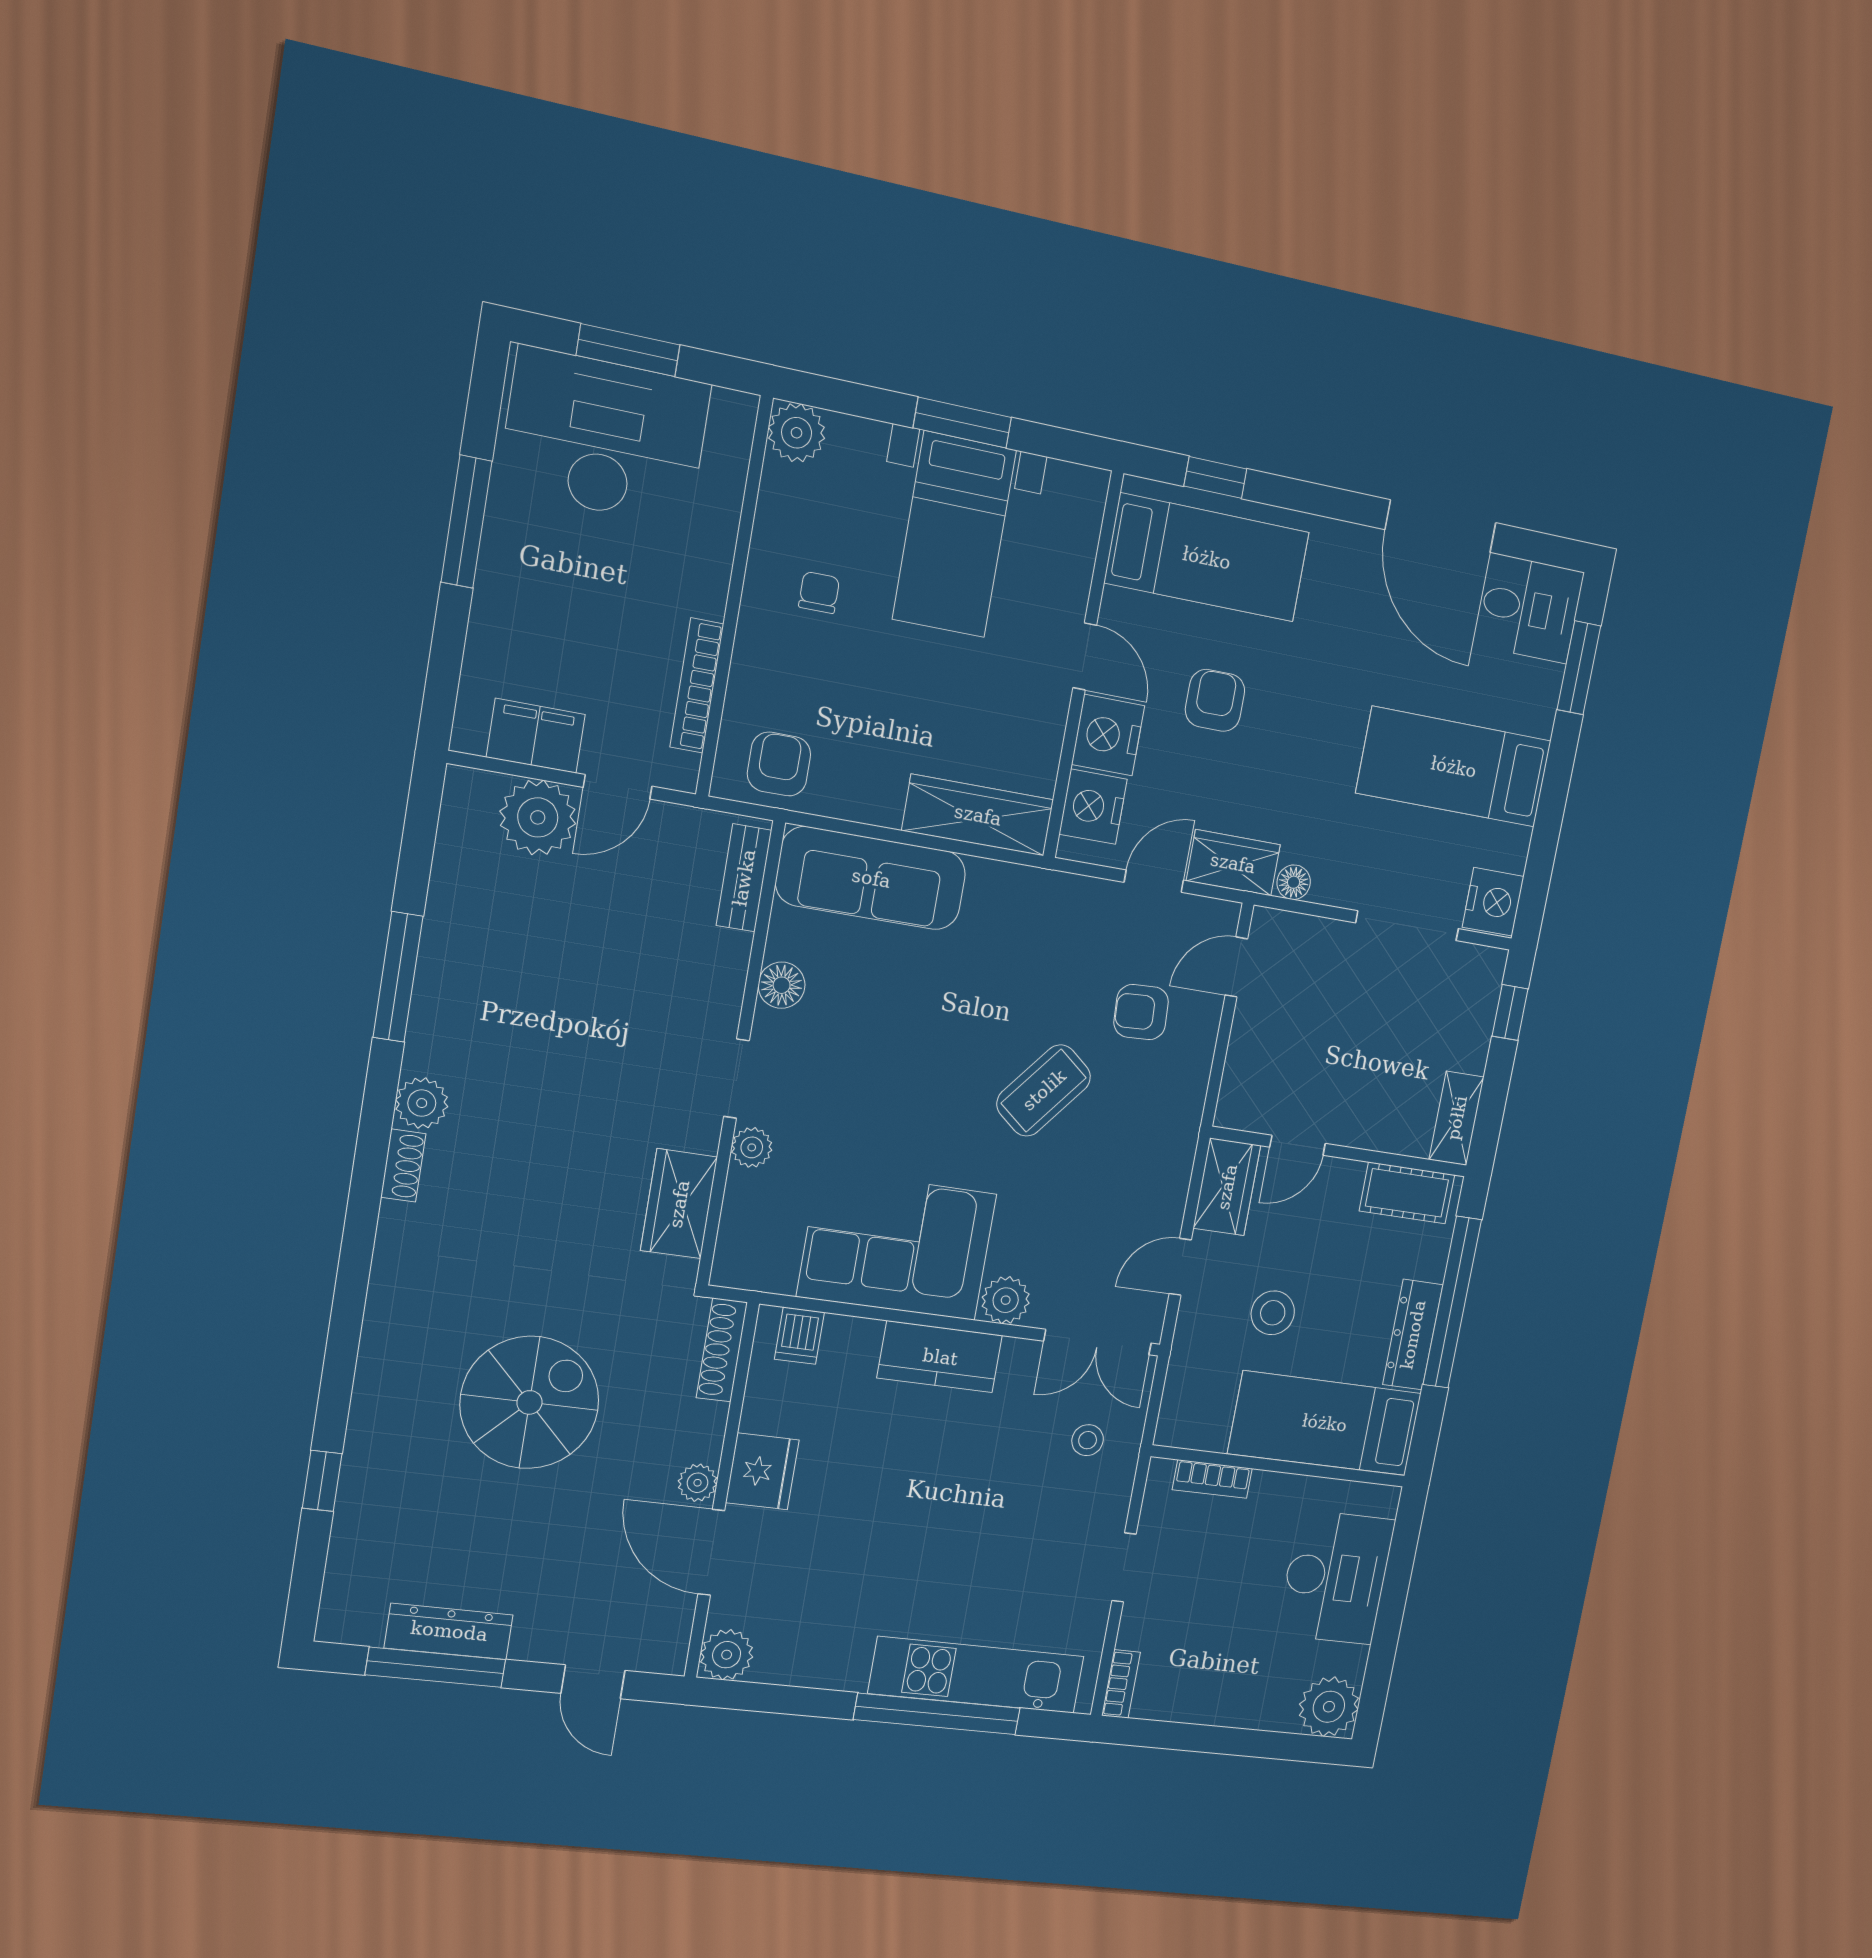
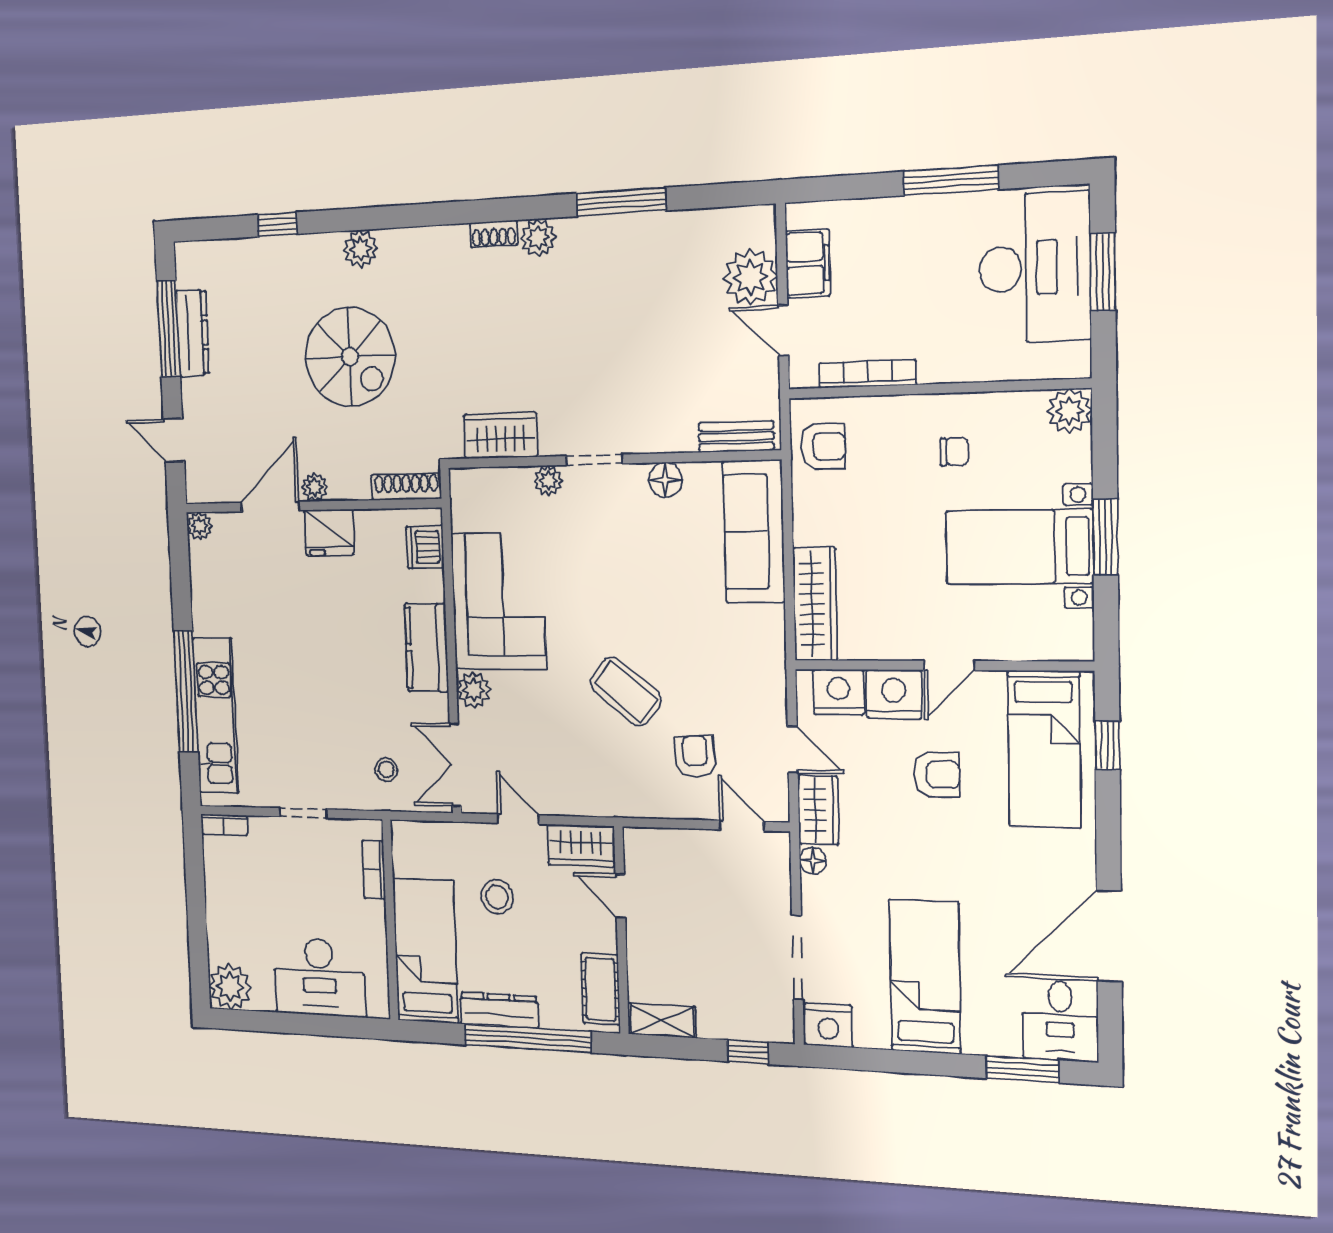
dishwasher: (799, 1336) -> (425, 547), width x1.38
plant: (383, 1363) -> (360, 249), added
plant: (727, 1655) -> (199, 526), width x0.73, depth x0.73
door: (593, 1682) -> (174, 440), hinge flipped

